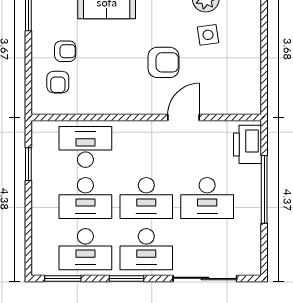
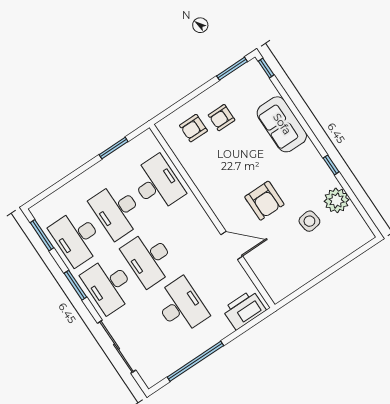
armchair: (65, 51) -> (222, 118), turned 90
window: (264, 189) -> (195, 361), moved
desk: (207, 198) -> (181, 306), turned 180

